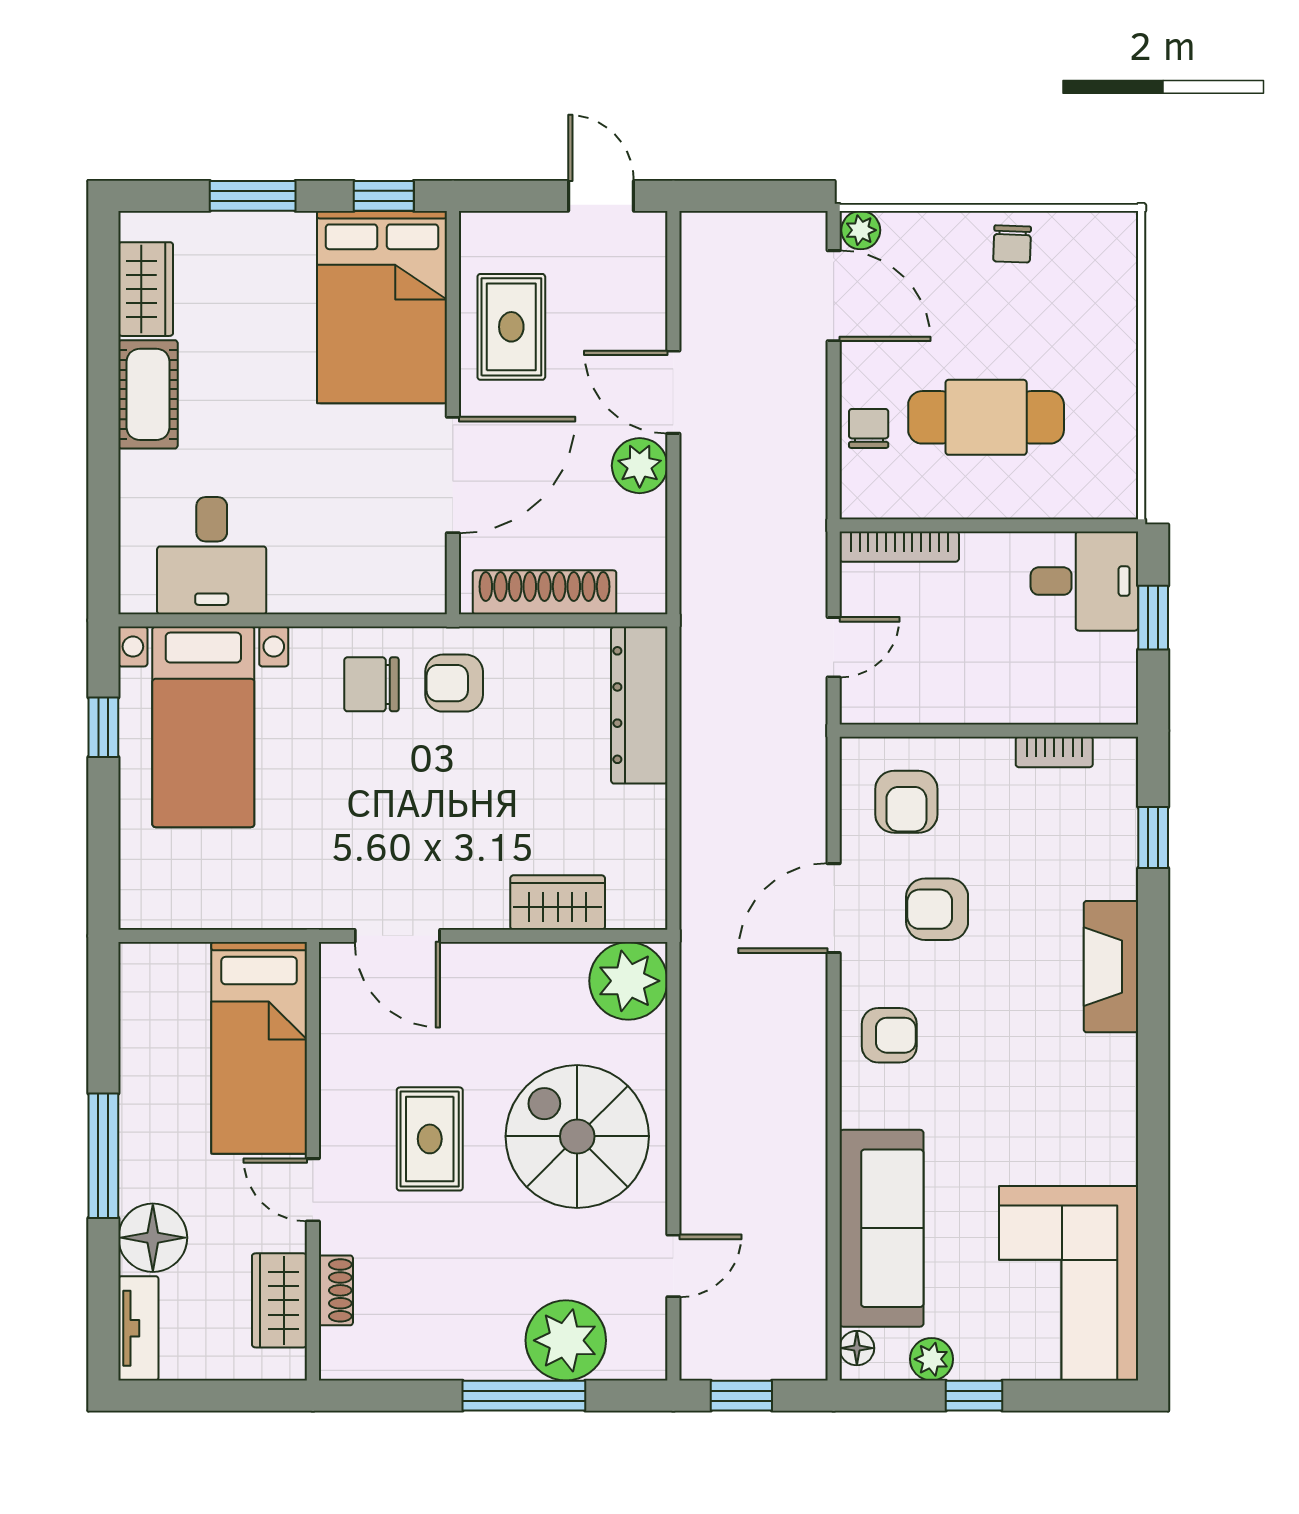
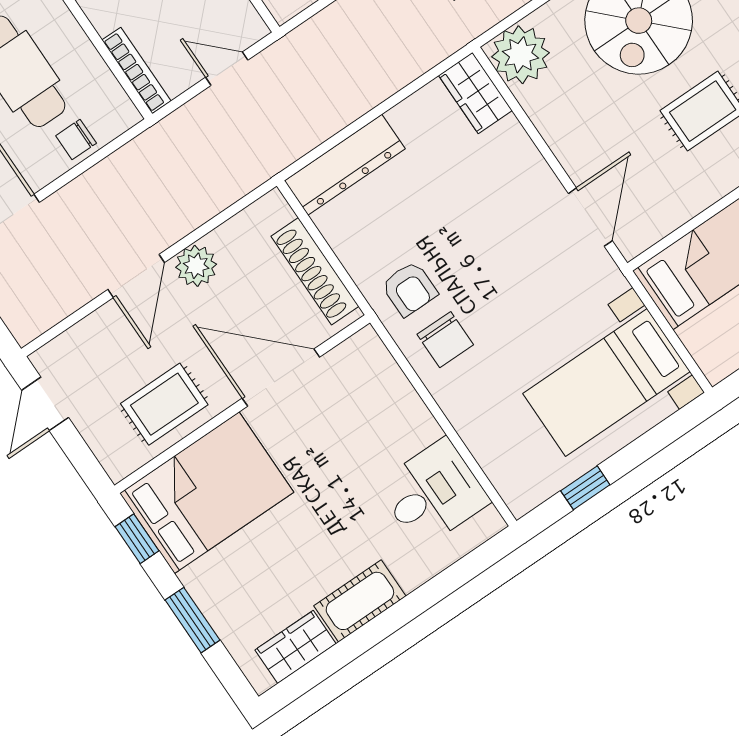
bed with nightstands: (203, 727) -> (606, 382), moved, turned 180
wardrobe: (558, 903) -> (475, 93), moved

